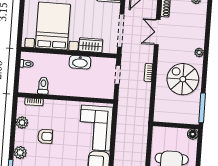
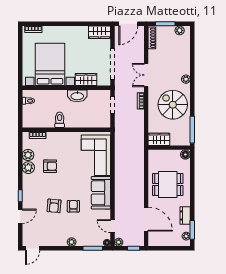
double door: (157, 32) -> (146, 75), moved
toilet: (43, 86) -> (60, 120), moved
wardrobe: (165, 116) -> (159, 139), added
plant: (20, 153) -> (28, 168), moved

